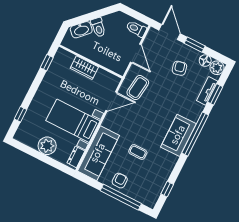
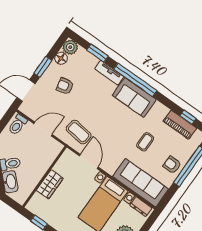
tv unit: (207, 91) -> (109, 73), moved
piano: (159, 182) -> (180, 125), added

